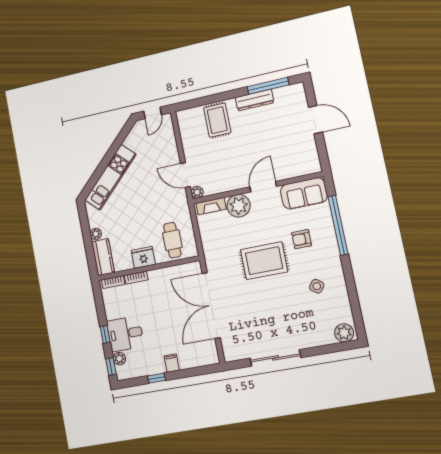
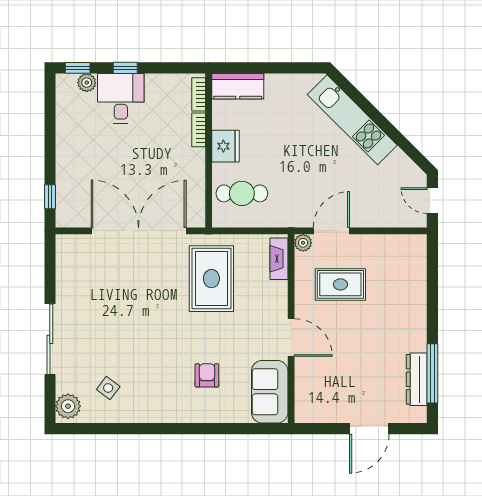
dresser: (254, 100) -> (417, 379), moved
rug: (217, 120) -> (340, 284), moved
plant: (239, 206) -> (271, 298), removed
window: (338, 225) -> (216, 429), removed
plant: (96, 234) -> (274, 82), removed
rug: (264, 261) -> (211, 279), moved
side table: (317, 286) -> (108, 388), moved
sliding door: (275, 358) -> (50, 339), moved
filing cabinet: (172, 363) -> (68, 158), removed
window: (156, 378) -> (50, 197), moved

